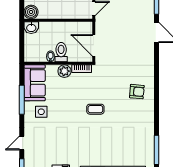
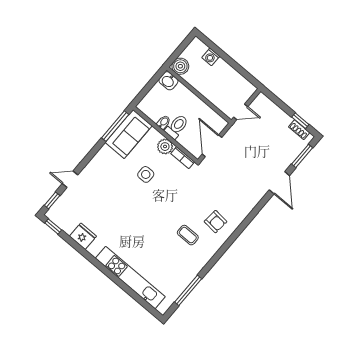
window: (22, 100) -> (115, 126), moved
coffee table: (95, 109) -> (188, 235), moved
side table: (41, 112) -> (146, 174), moved

